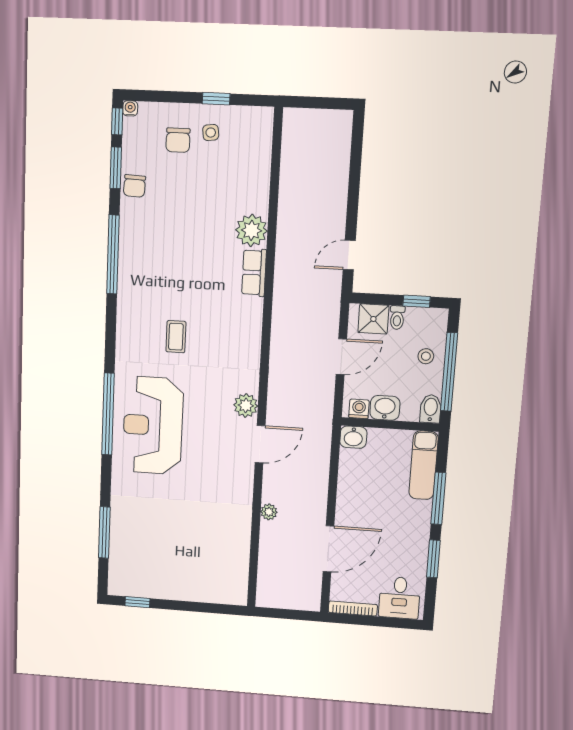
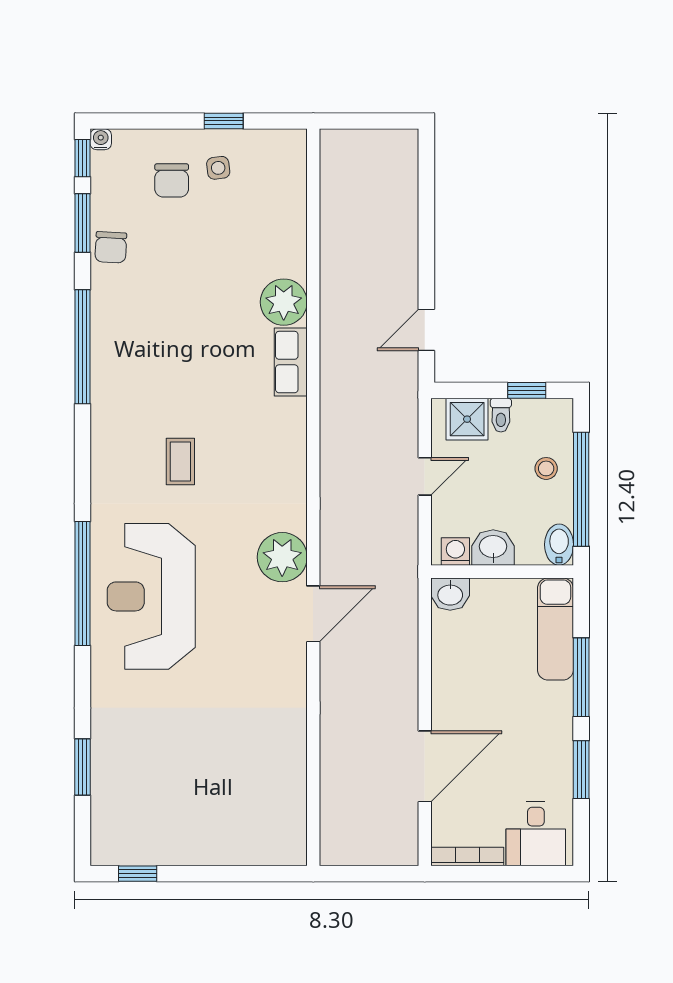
door: (341, 357) -> (425, 476), width x0.73
plant: (246, 405) -> (282, 557), width x1.36, depth x1.36
plant: (269, 512) -> (332, 716), removed
window: (104, 533) -> (82, 767), width x0.69

